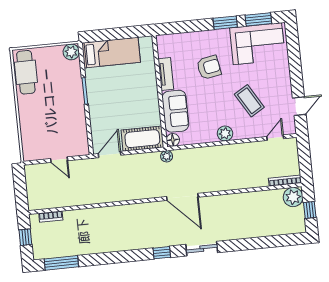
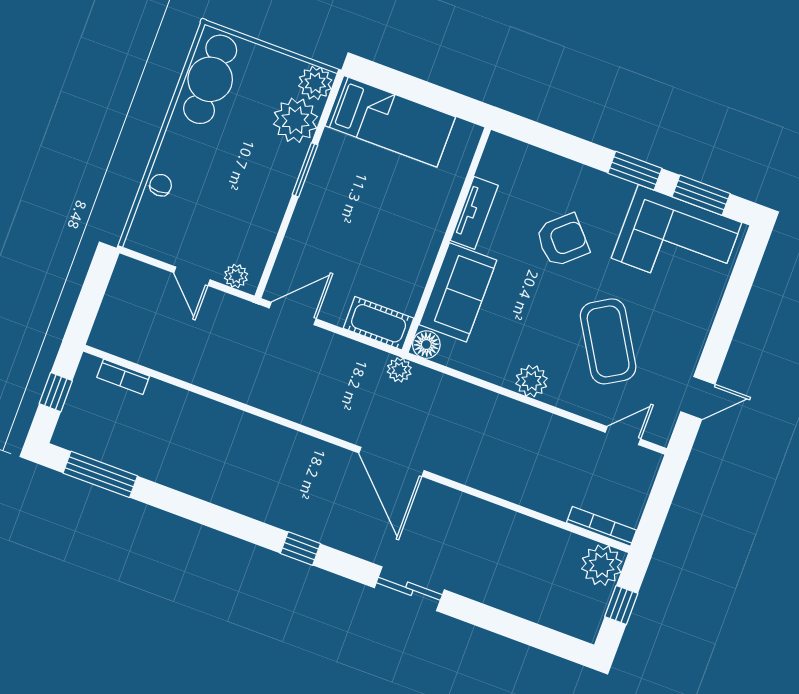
armchair: (209, 67) -> (562, 240), turned -32
plant: (71, 72) -> (295, 120), added
coffee table: (249, 101) -> (608, 341), width x1.36, depth x1.32
chair: (27, 127) -> (161, 185), added
cot: (142, 139) -> (379, 323), width x0.73, depth x0.75
plant: (78, 150) -> (236, 276), added
sliding door: (202, 249) -> (409, 589), moved

